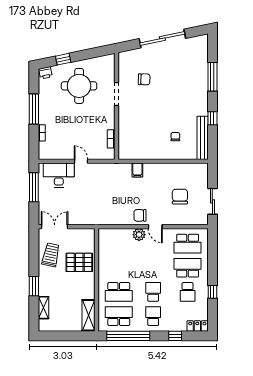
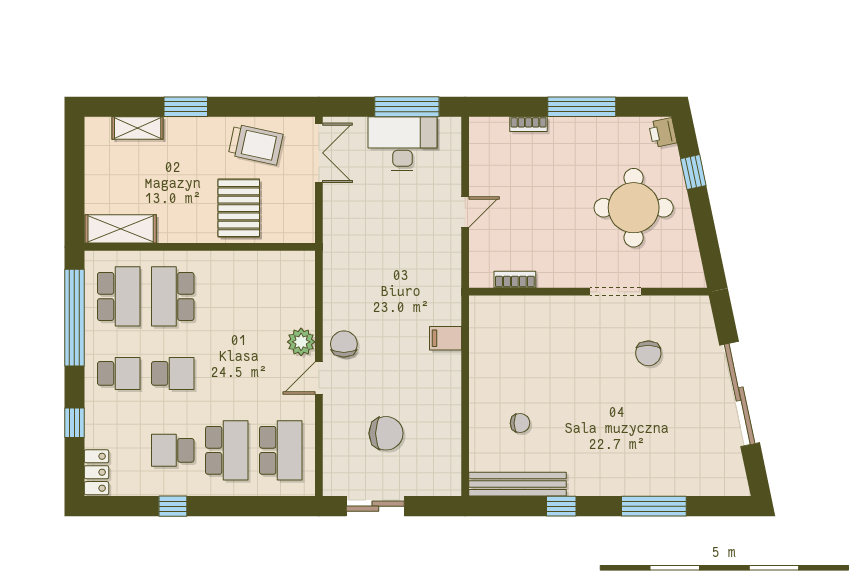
desk: (59, 175) -> (402, 144), moved, turned -90
school desk: (188, 244) -> (281, 450), turned 180

